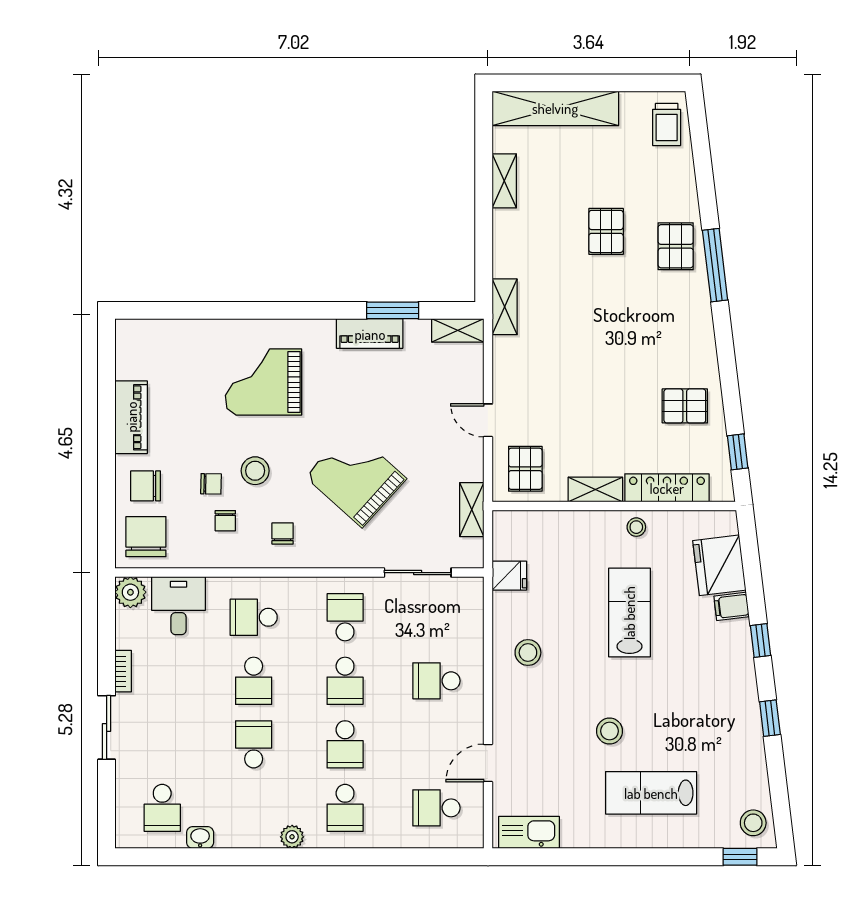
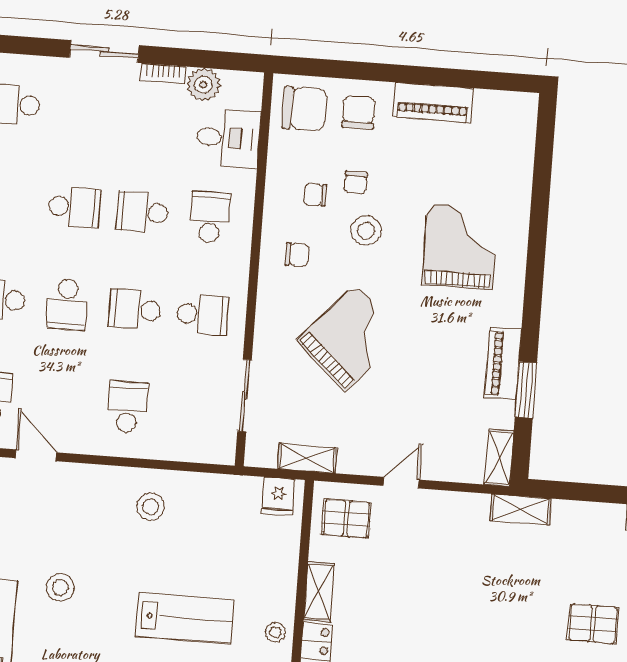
fridge: (509, 576) -> (278, 496), moved
plant: (130, 592) -> (203, 85), moved
school desk: (345, 744) -> (67, 304), turned -90

